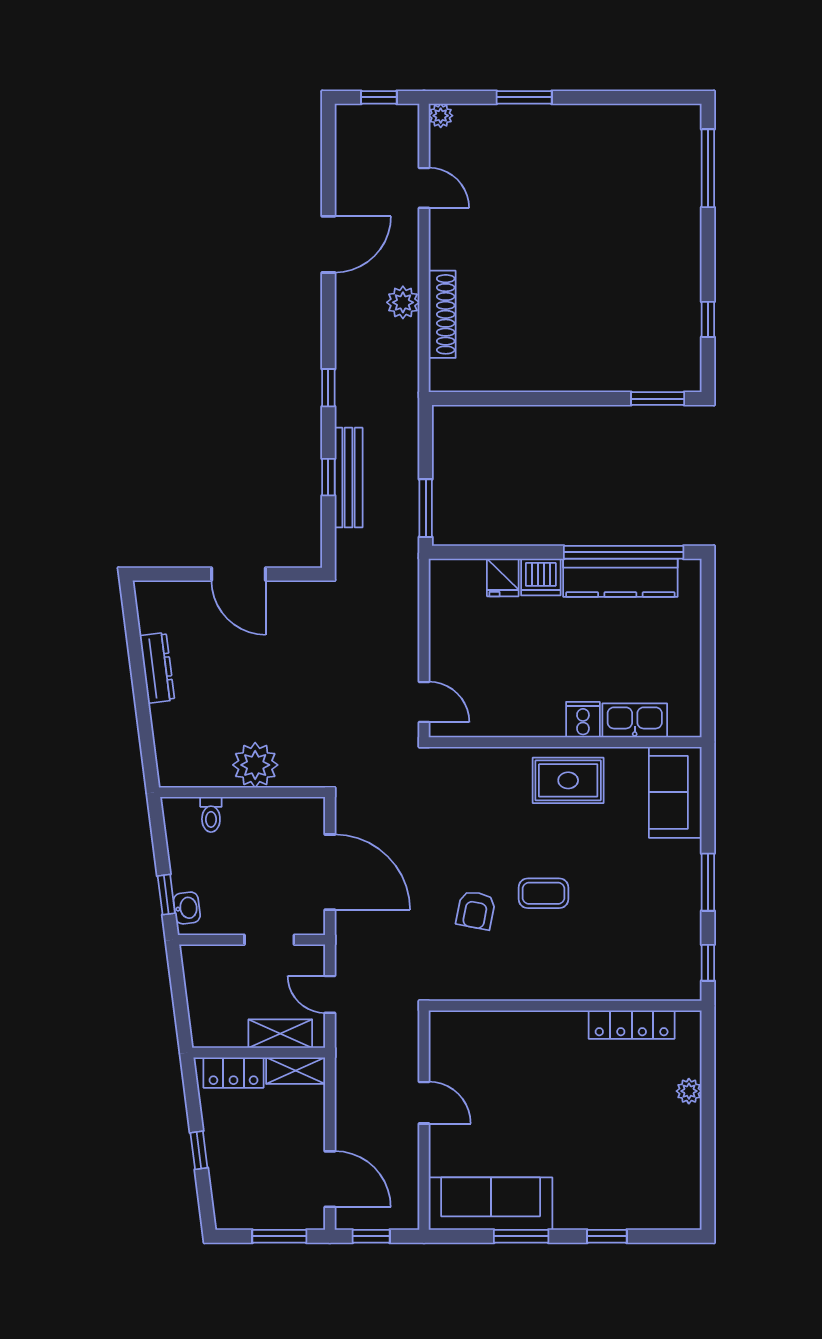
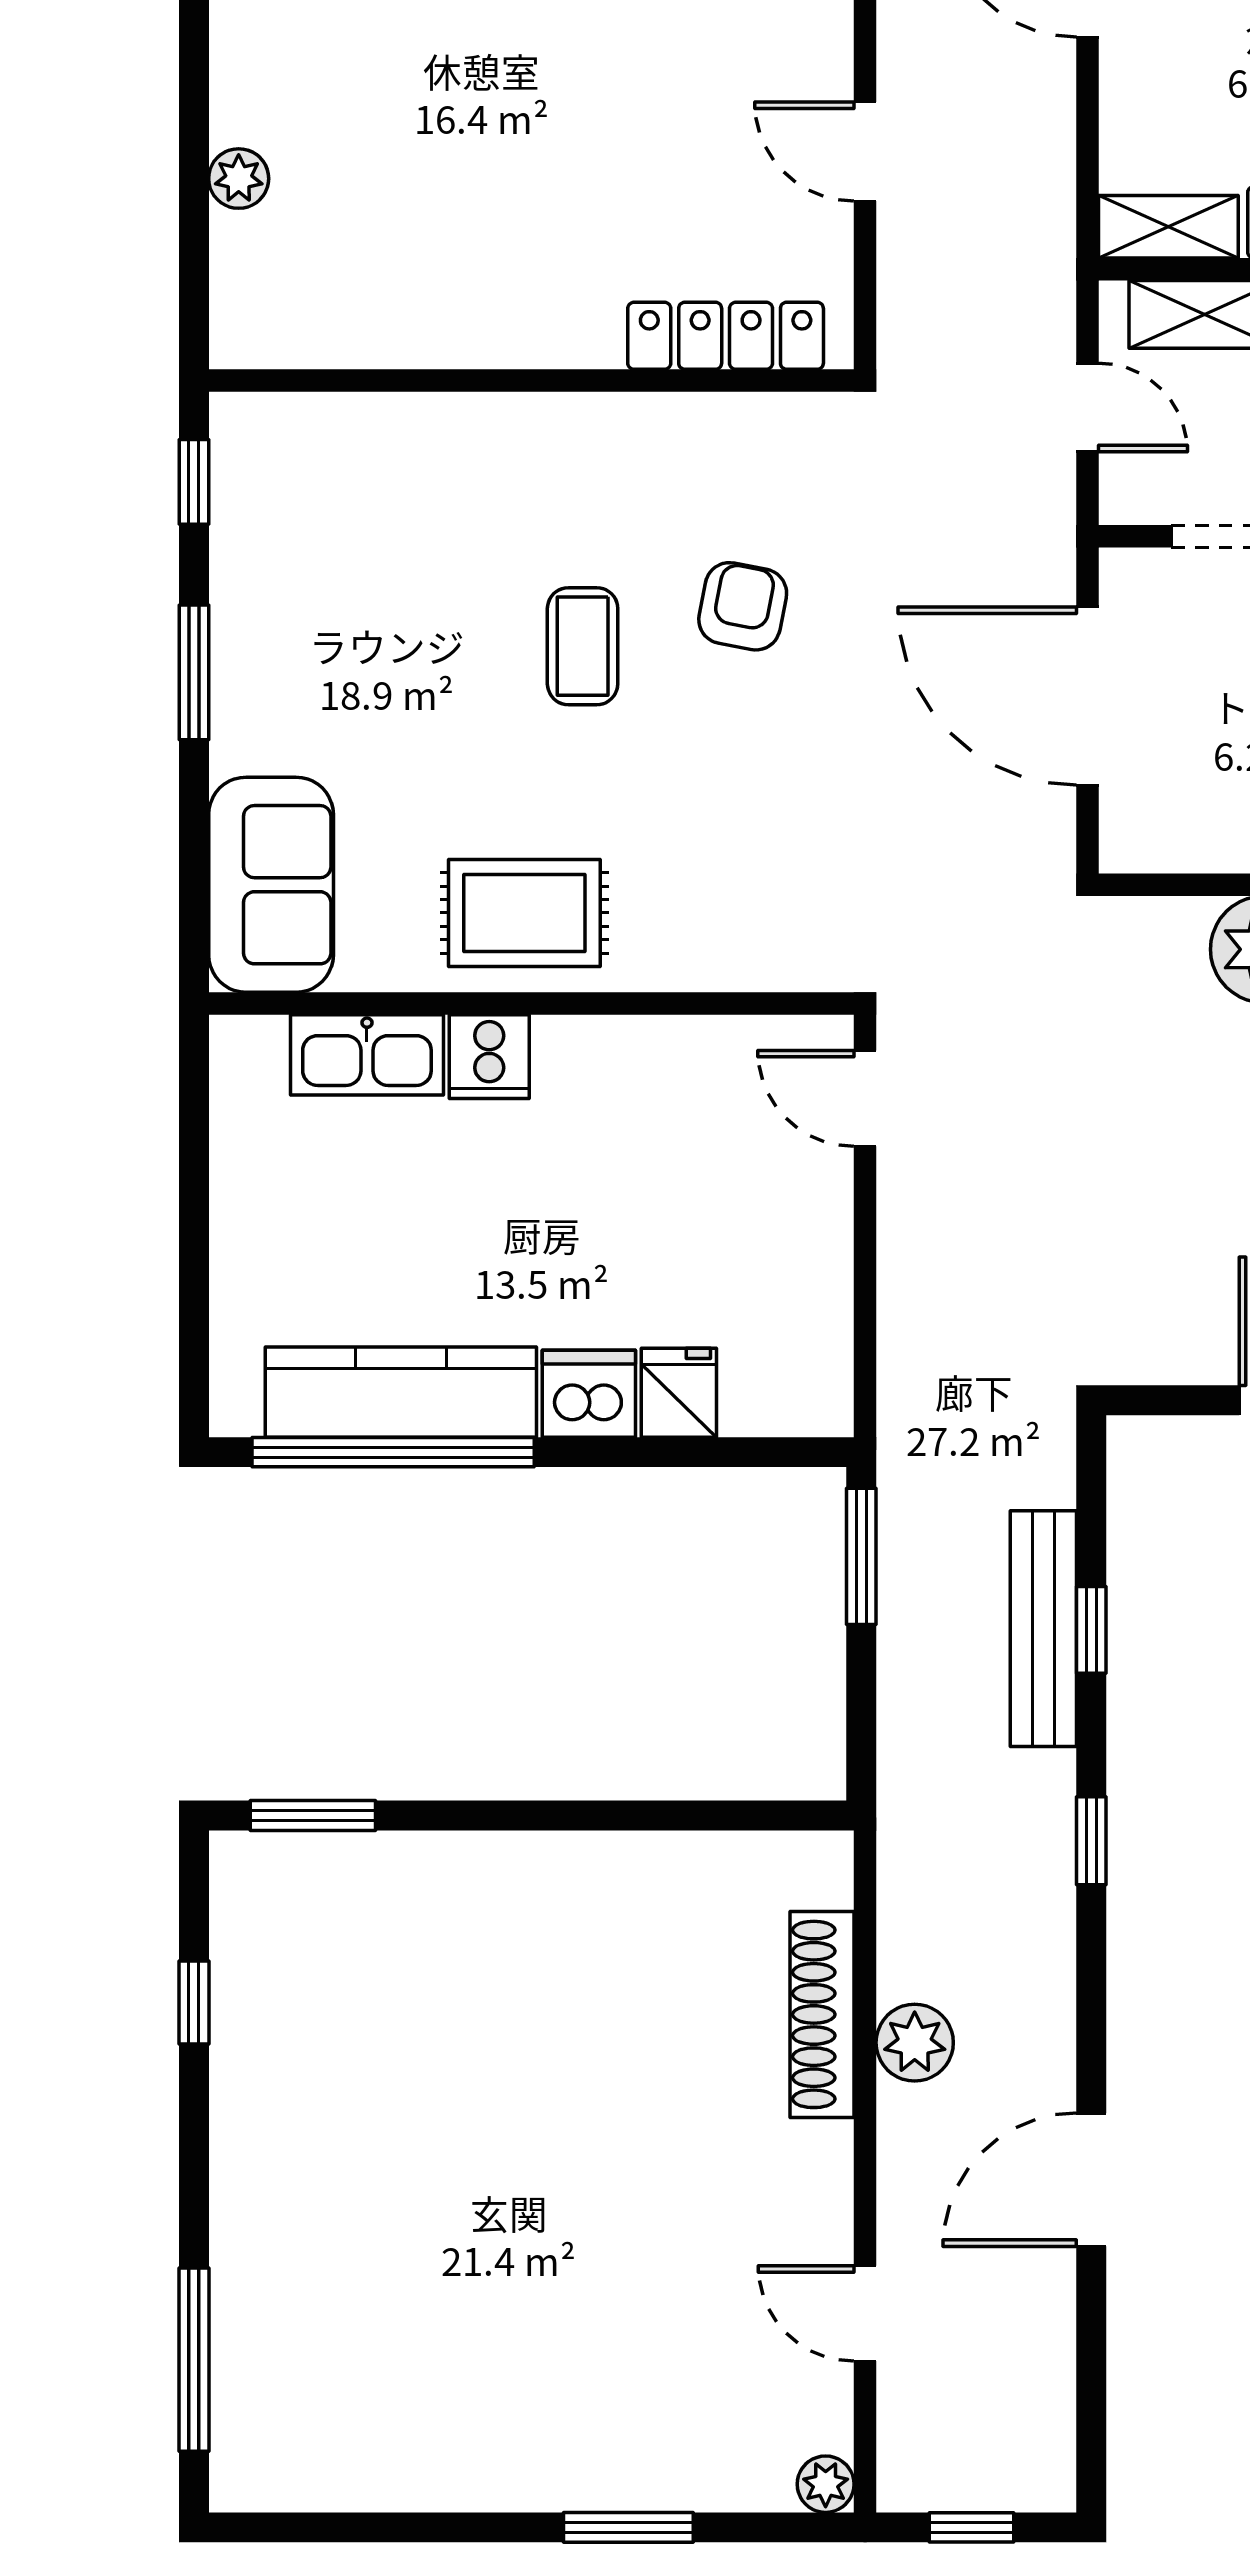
coffee table: (544, 893) -> (583, 646), turned 90
locker: (632, 1025) -> (726, 336), moved

